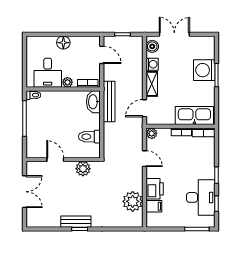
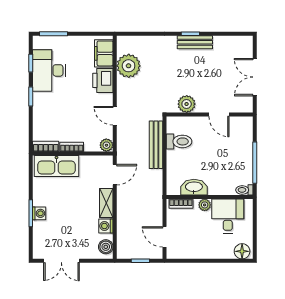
double door: (174, 34) -> (61, 261), moved
floor lamp: (63, 43) -> (242, 251), moved
washing machine: (204, 70) -> (39, 213), width x0.53, depth x0.53
bench: (109, 101) -> (156, 145), moved
washbasin: (93, 102) -> (194, 187), moved, turned -90
filing cabinet: (154, 206) -> (104, 53), width x2.00

